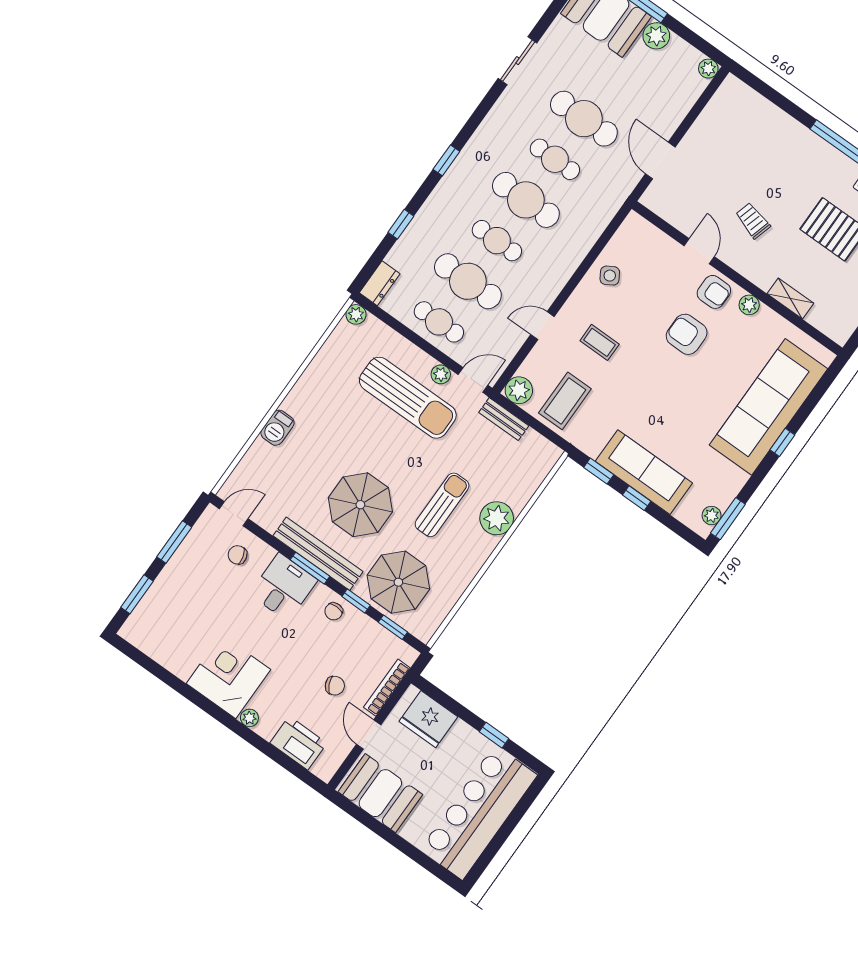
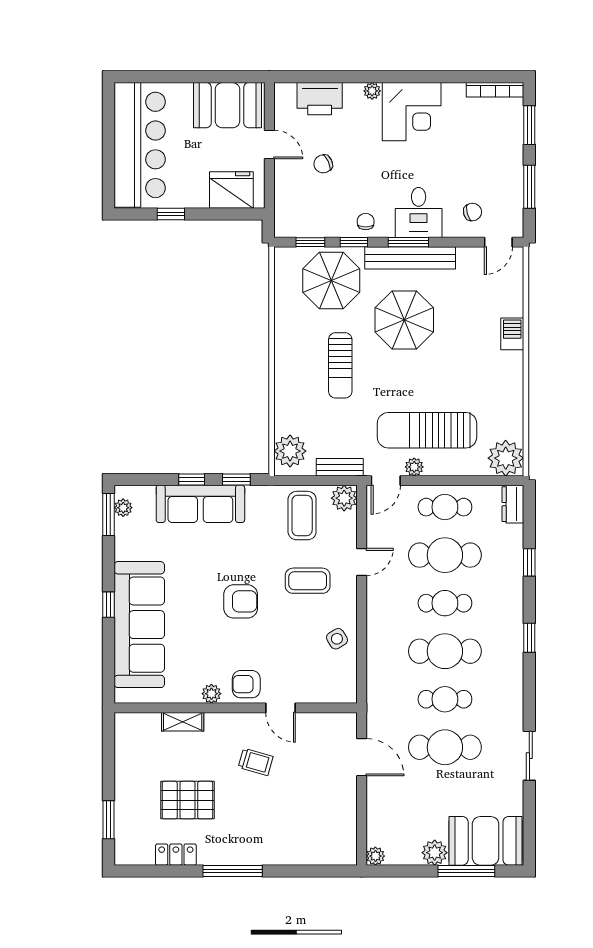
plant: (356, 314) -> (506, 458), width x1.87, depth x1.87
armchair: (687, 334) -> (241, 601), moved
coffee table: (600, 342) -> (308, 581), width x1.36, depth x1.30
plant: (497, 518) -> (290, 451), moved
bookcase: (387, 688) -> (495, 90), moved, turned 90

